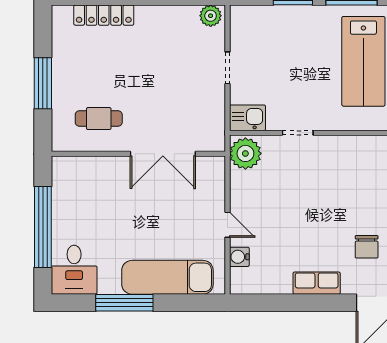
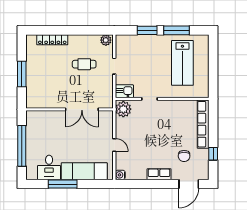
cafe table: (99, 119) -> (84, 64), moved
water cooler: (239, 257) -> (120, 175), moved
desk: (74, 270) -> (49, 167), moved

